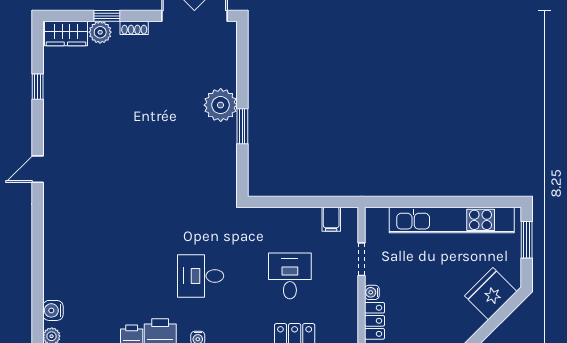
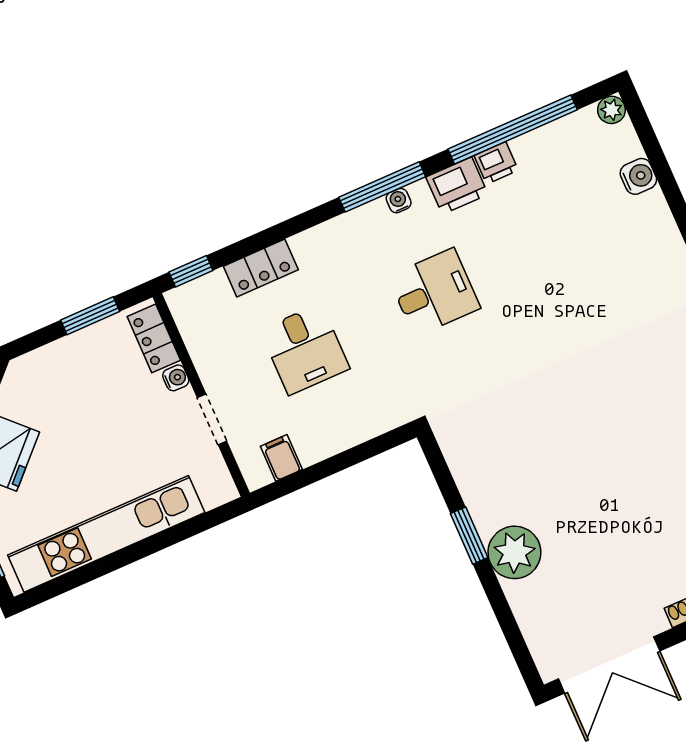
water cooler: (53, 310) -> (638, 176), moved

